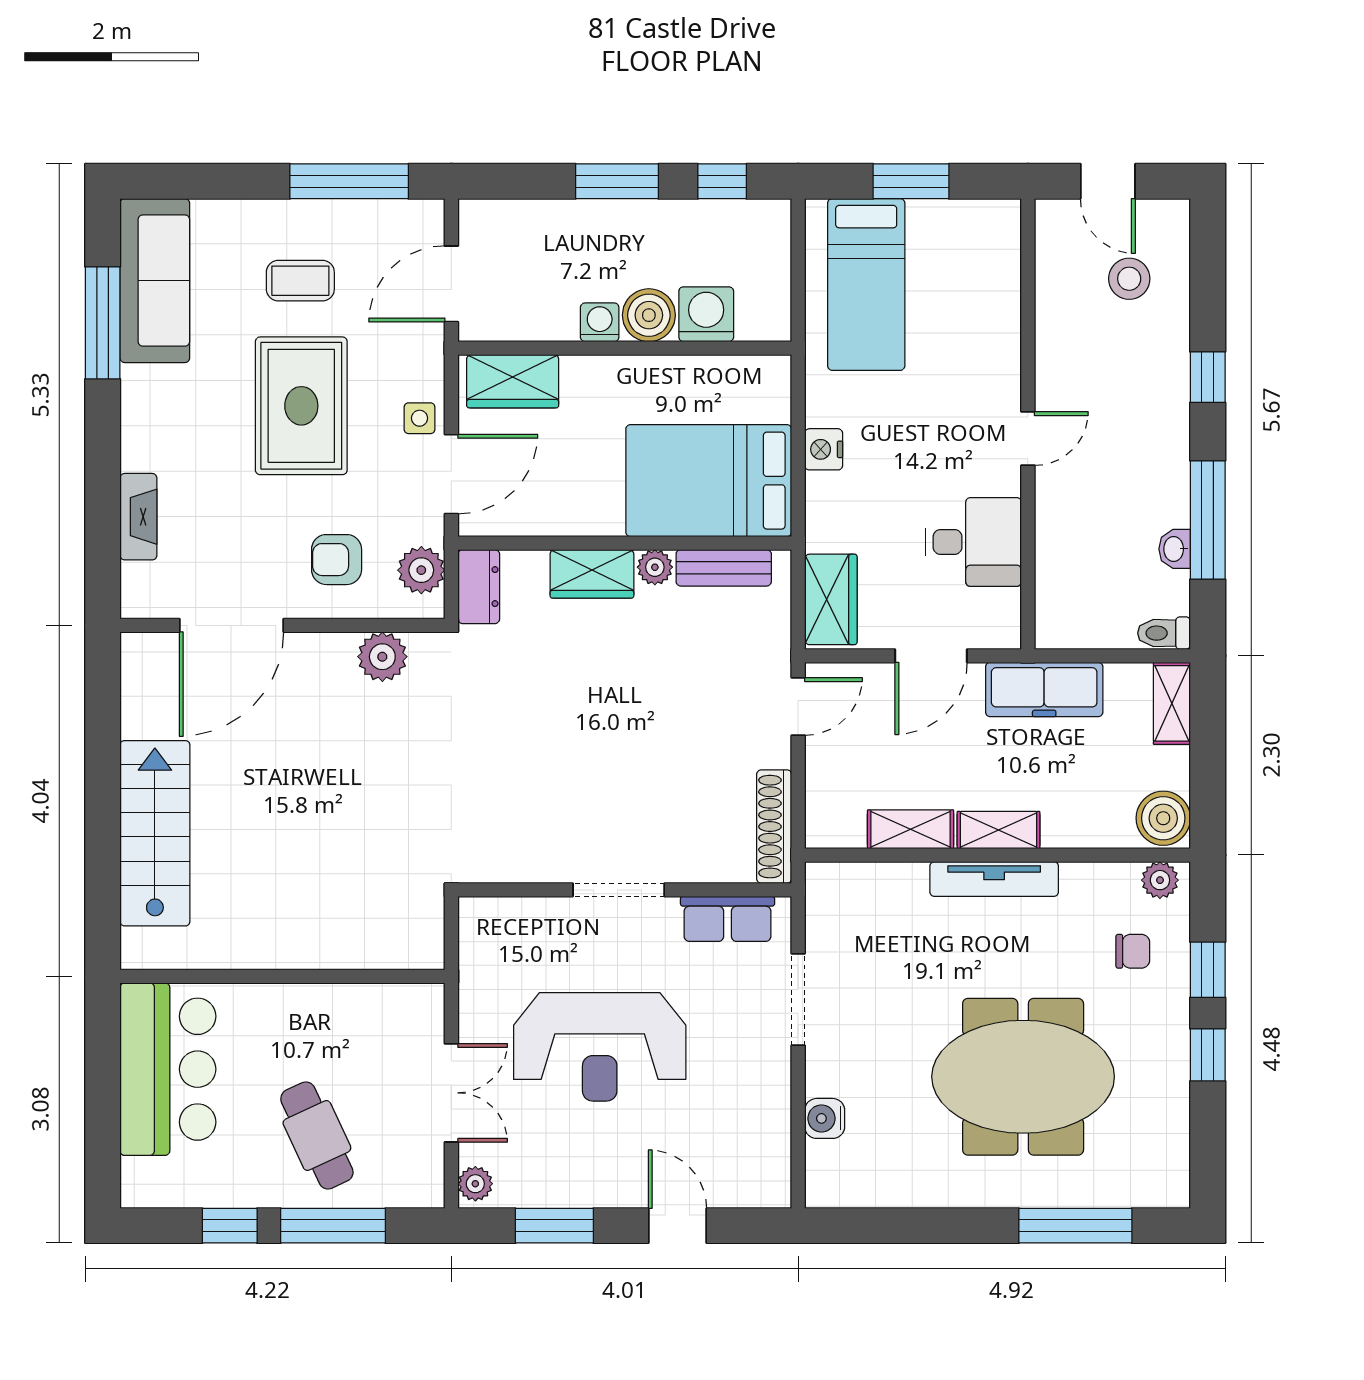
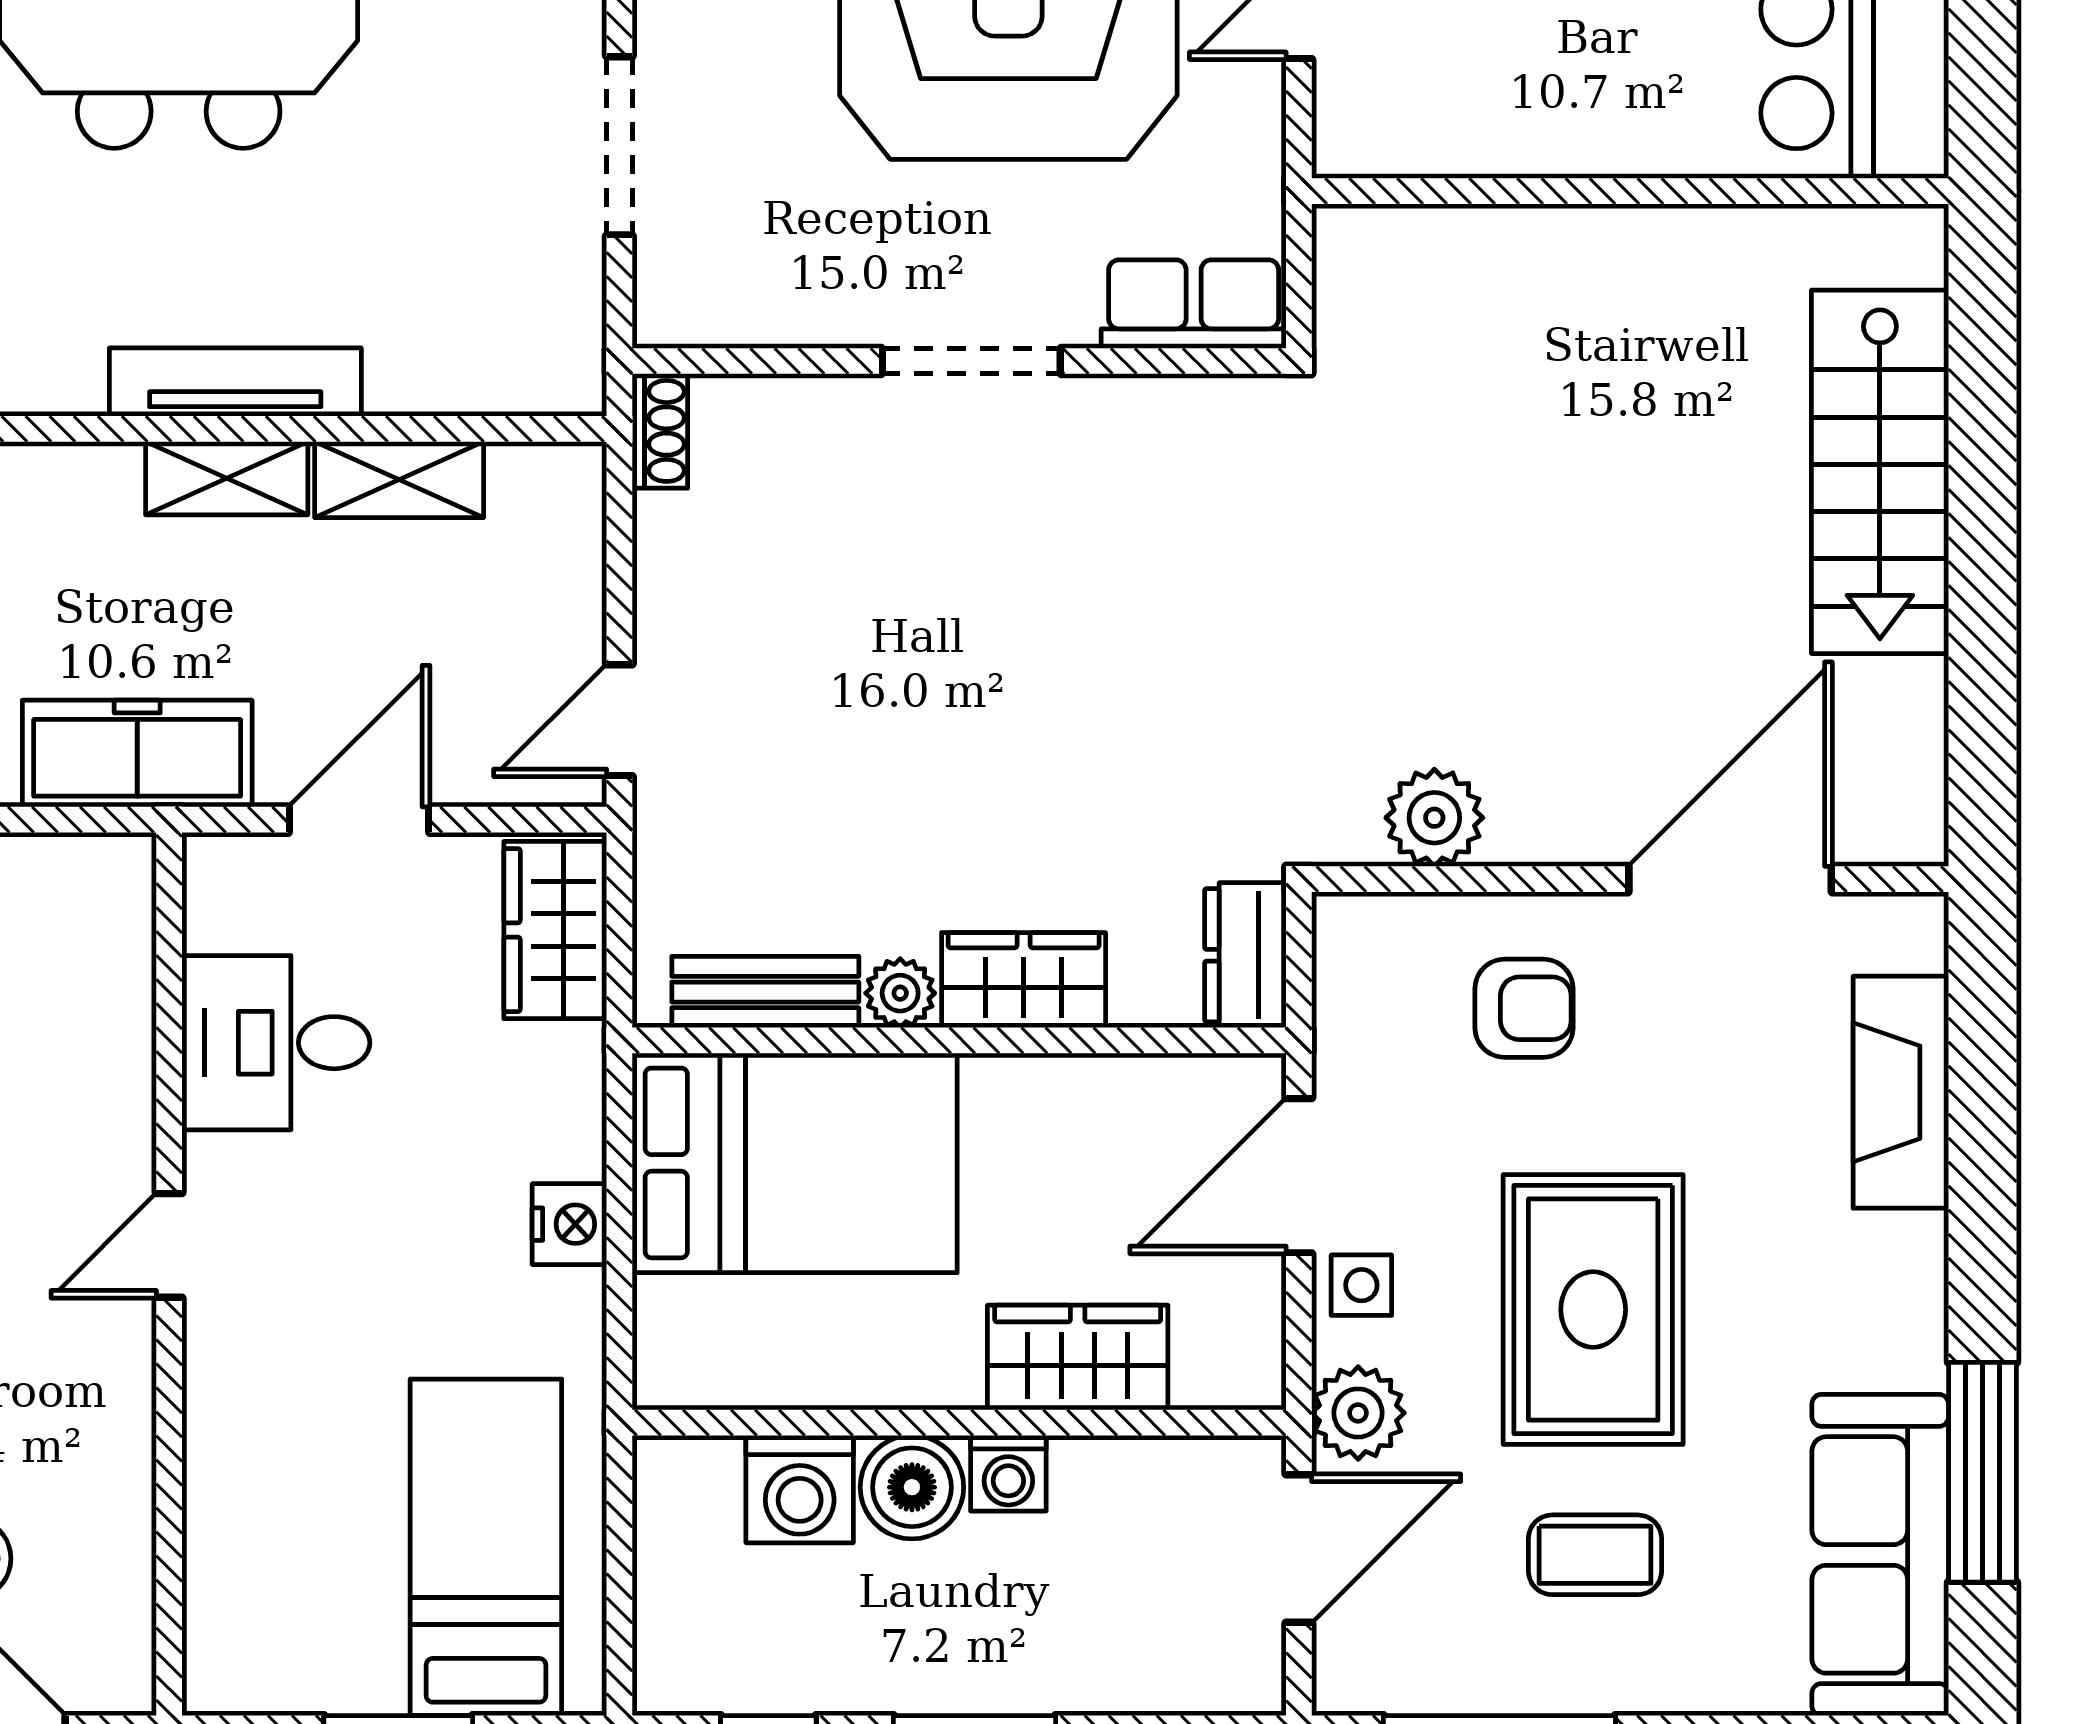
wardrobe: (513, 381) -> (1078, 1358), moved
fireplace: (138, 517) -> (1901, 1092), width x1.37, depth x1.32
plant: (421, 570) -> (1358, 1413), moved
shoe rack: (774, 827) -> (660, 431), width x0.51, depth x0.81
row of seats: (728, 919) -> (1194, 304), moved

